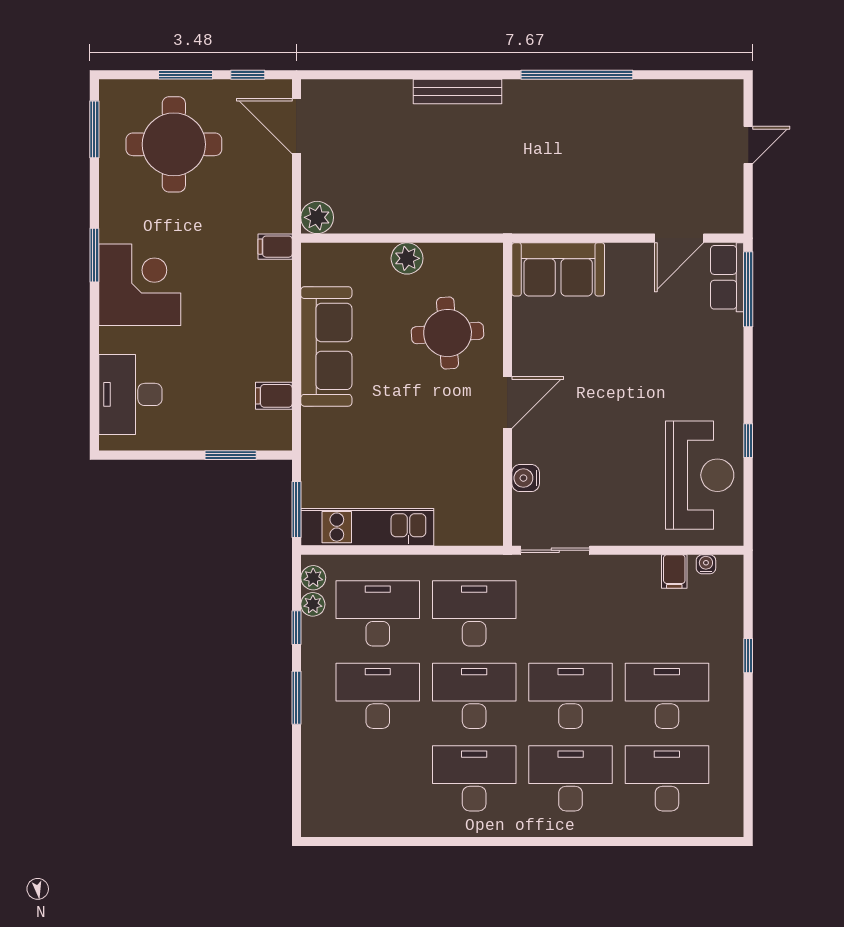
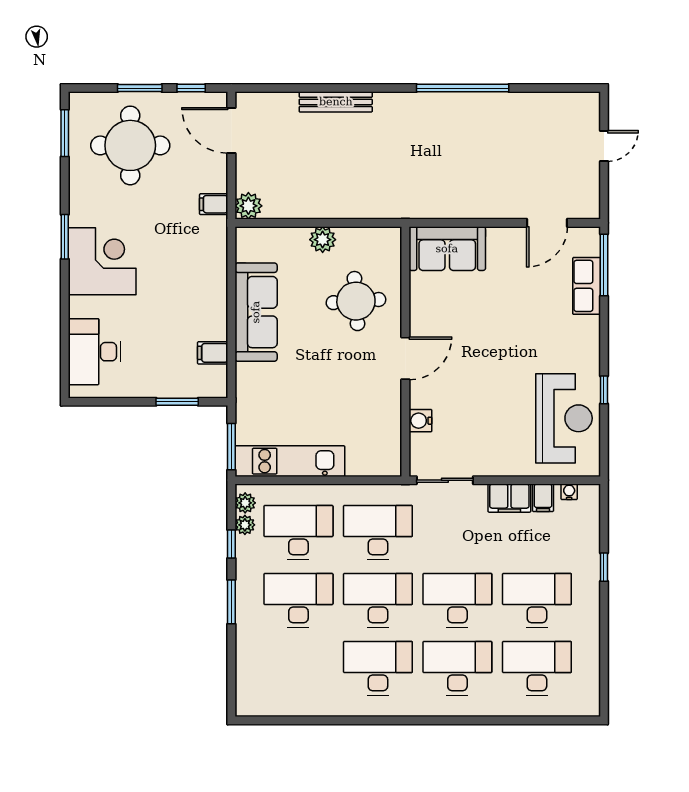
bench: (458, 92) -> (336, 102), moved
filing cabinet: (275, 247) -> (214, 204), moved
row of seats: (727, 277) -> (587, 286), moved
filing cabinet: (634, 572) -> (509, 498), added

